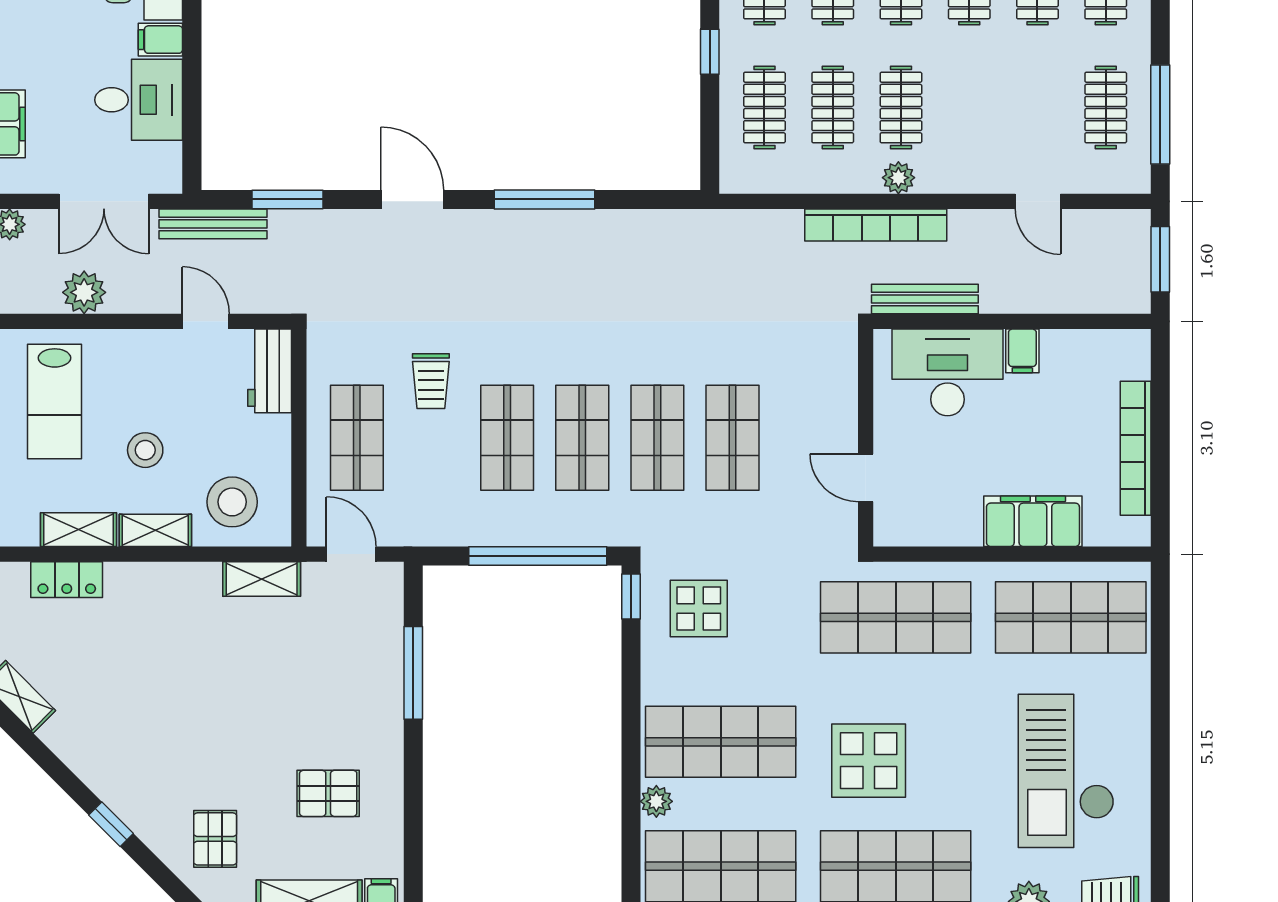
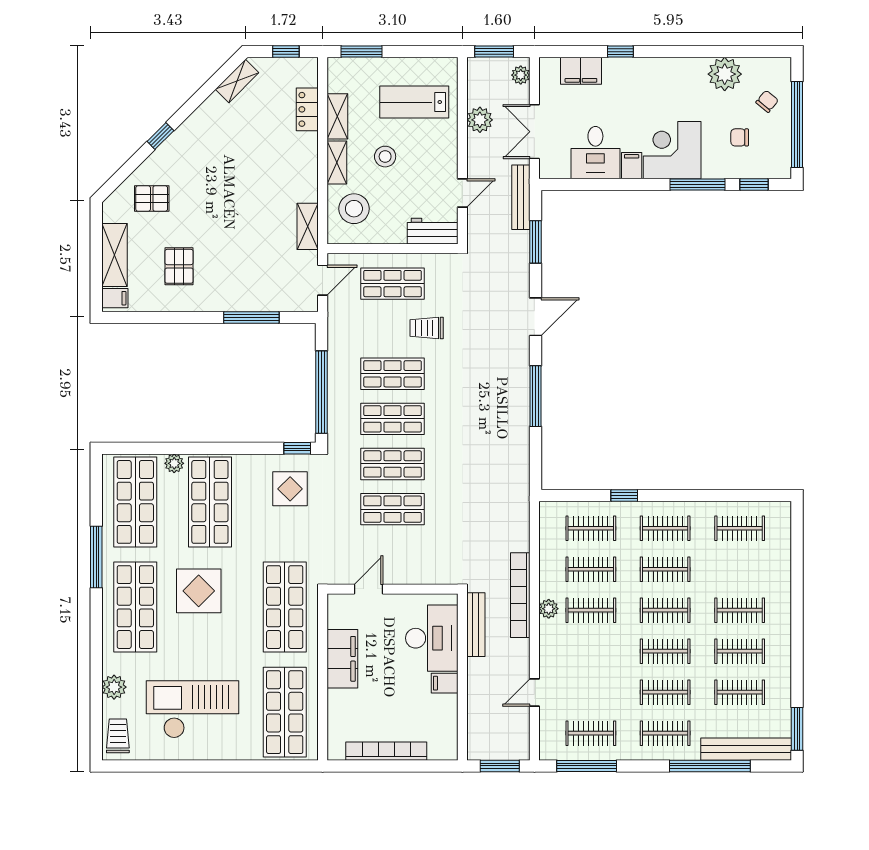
filing cabinet: (1033, 521) -> (342, 659), moved

